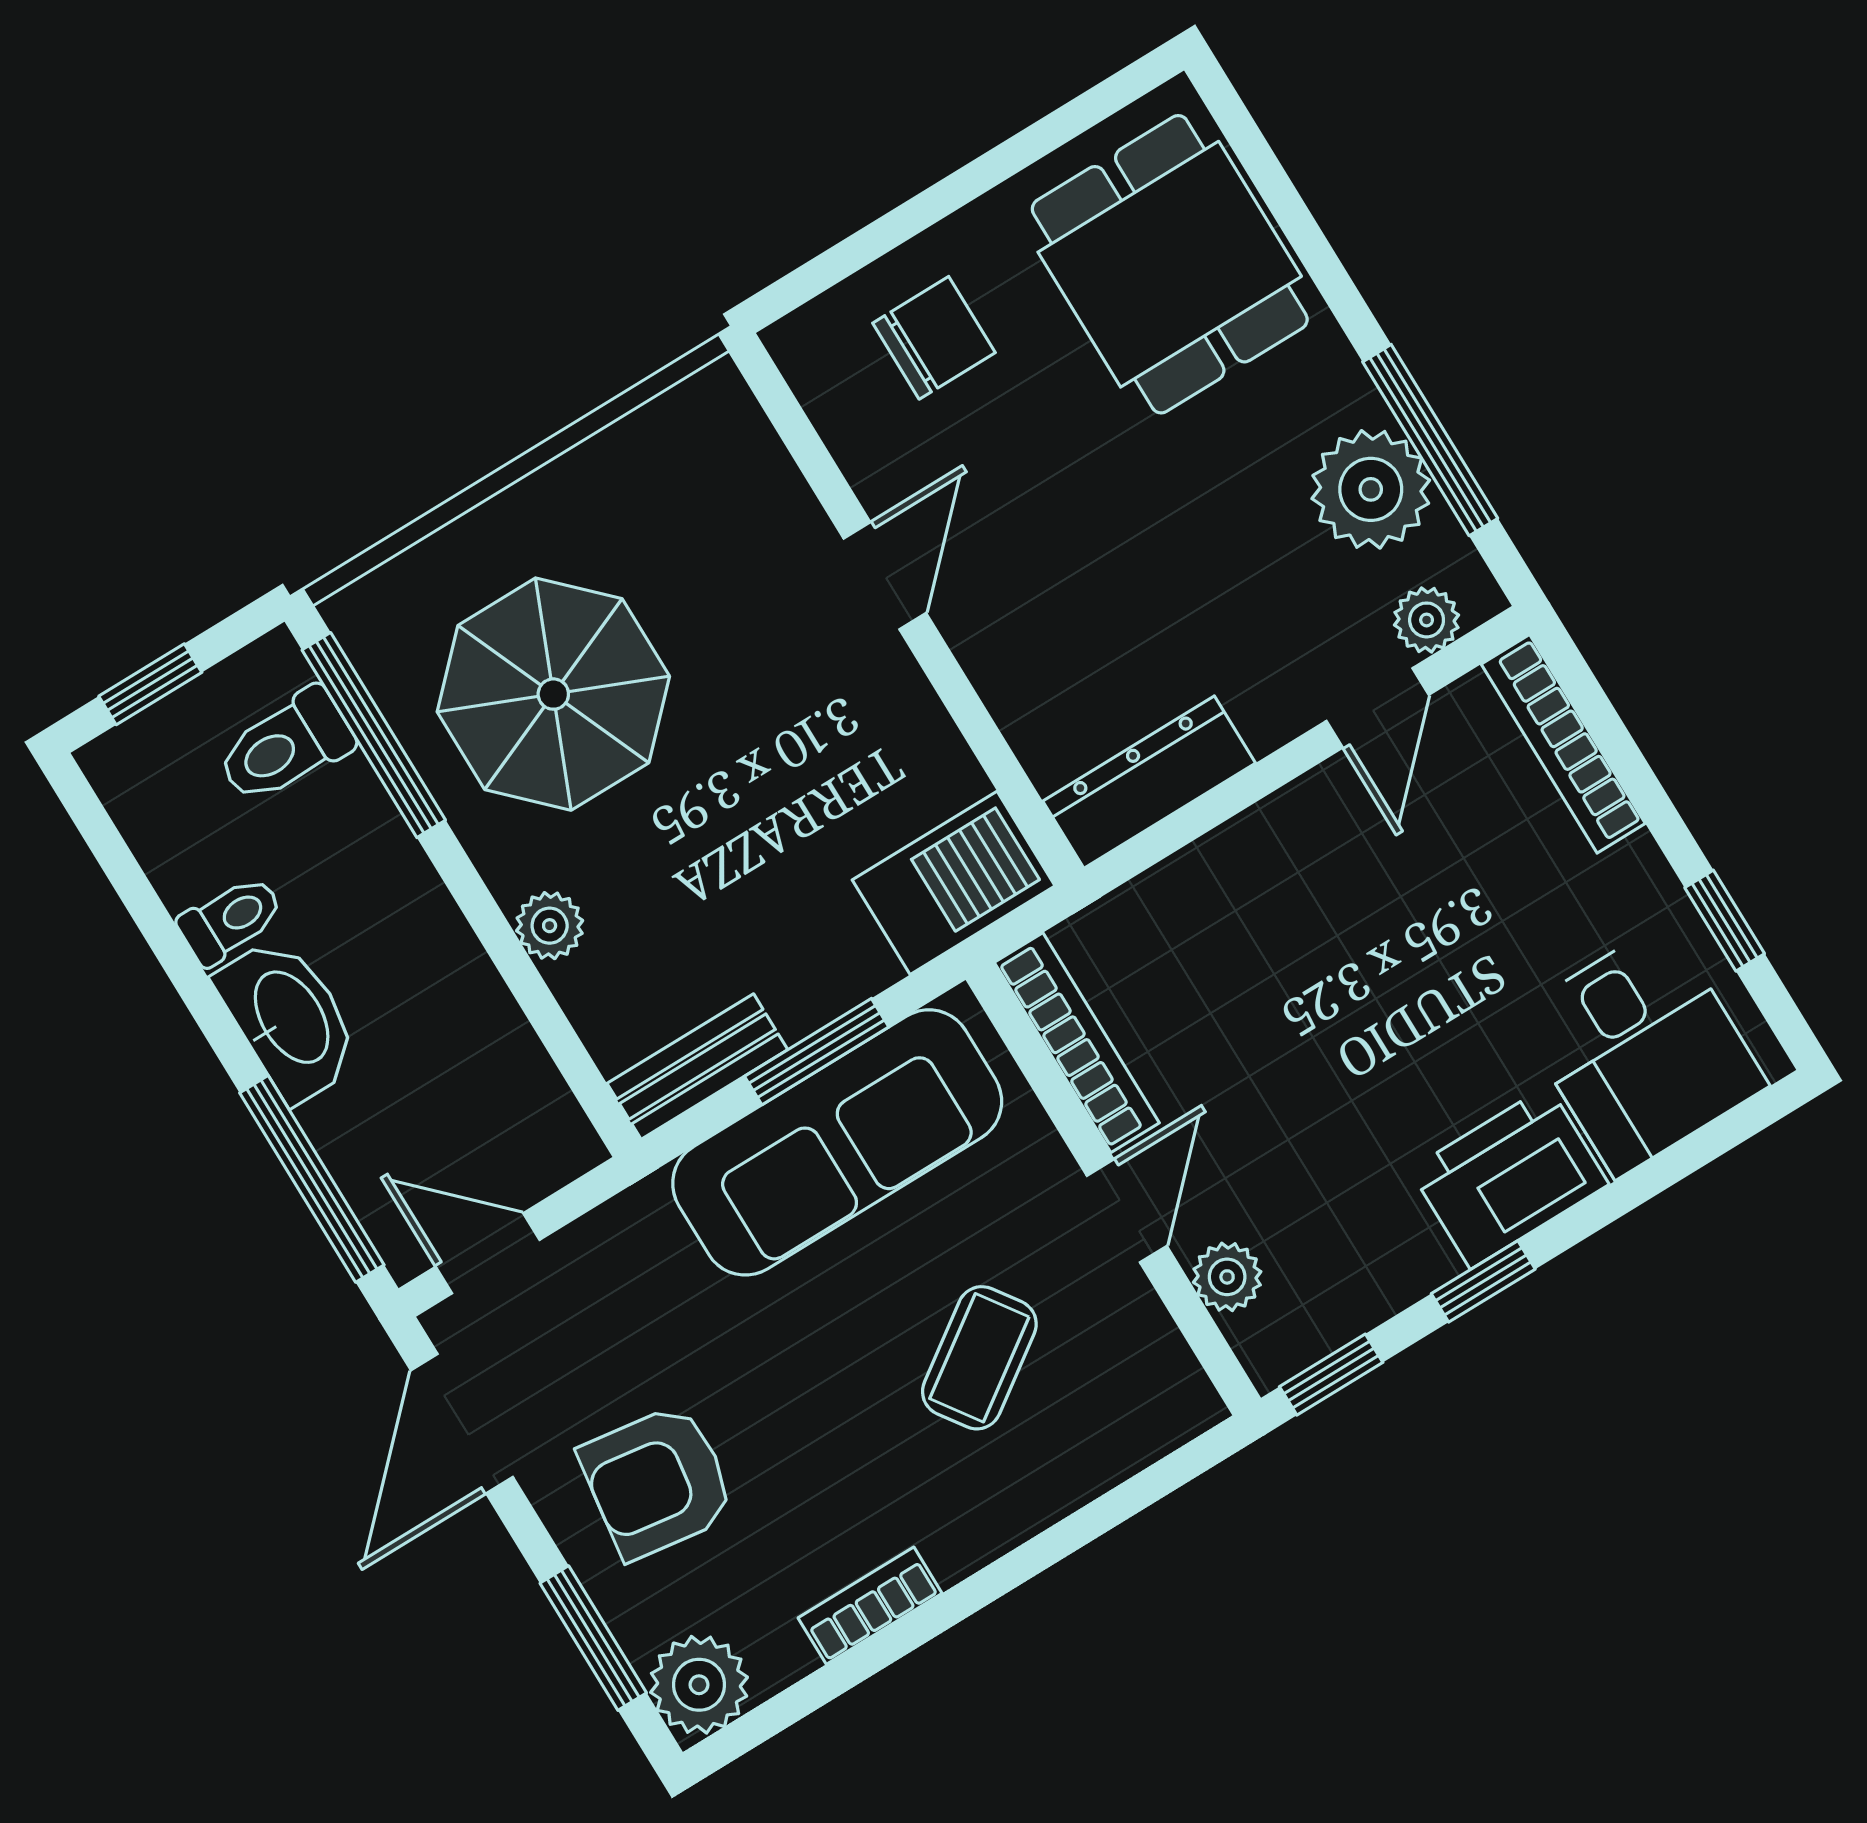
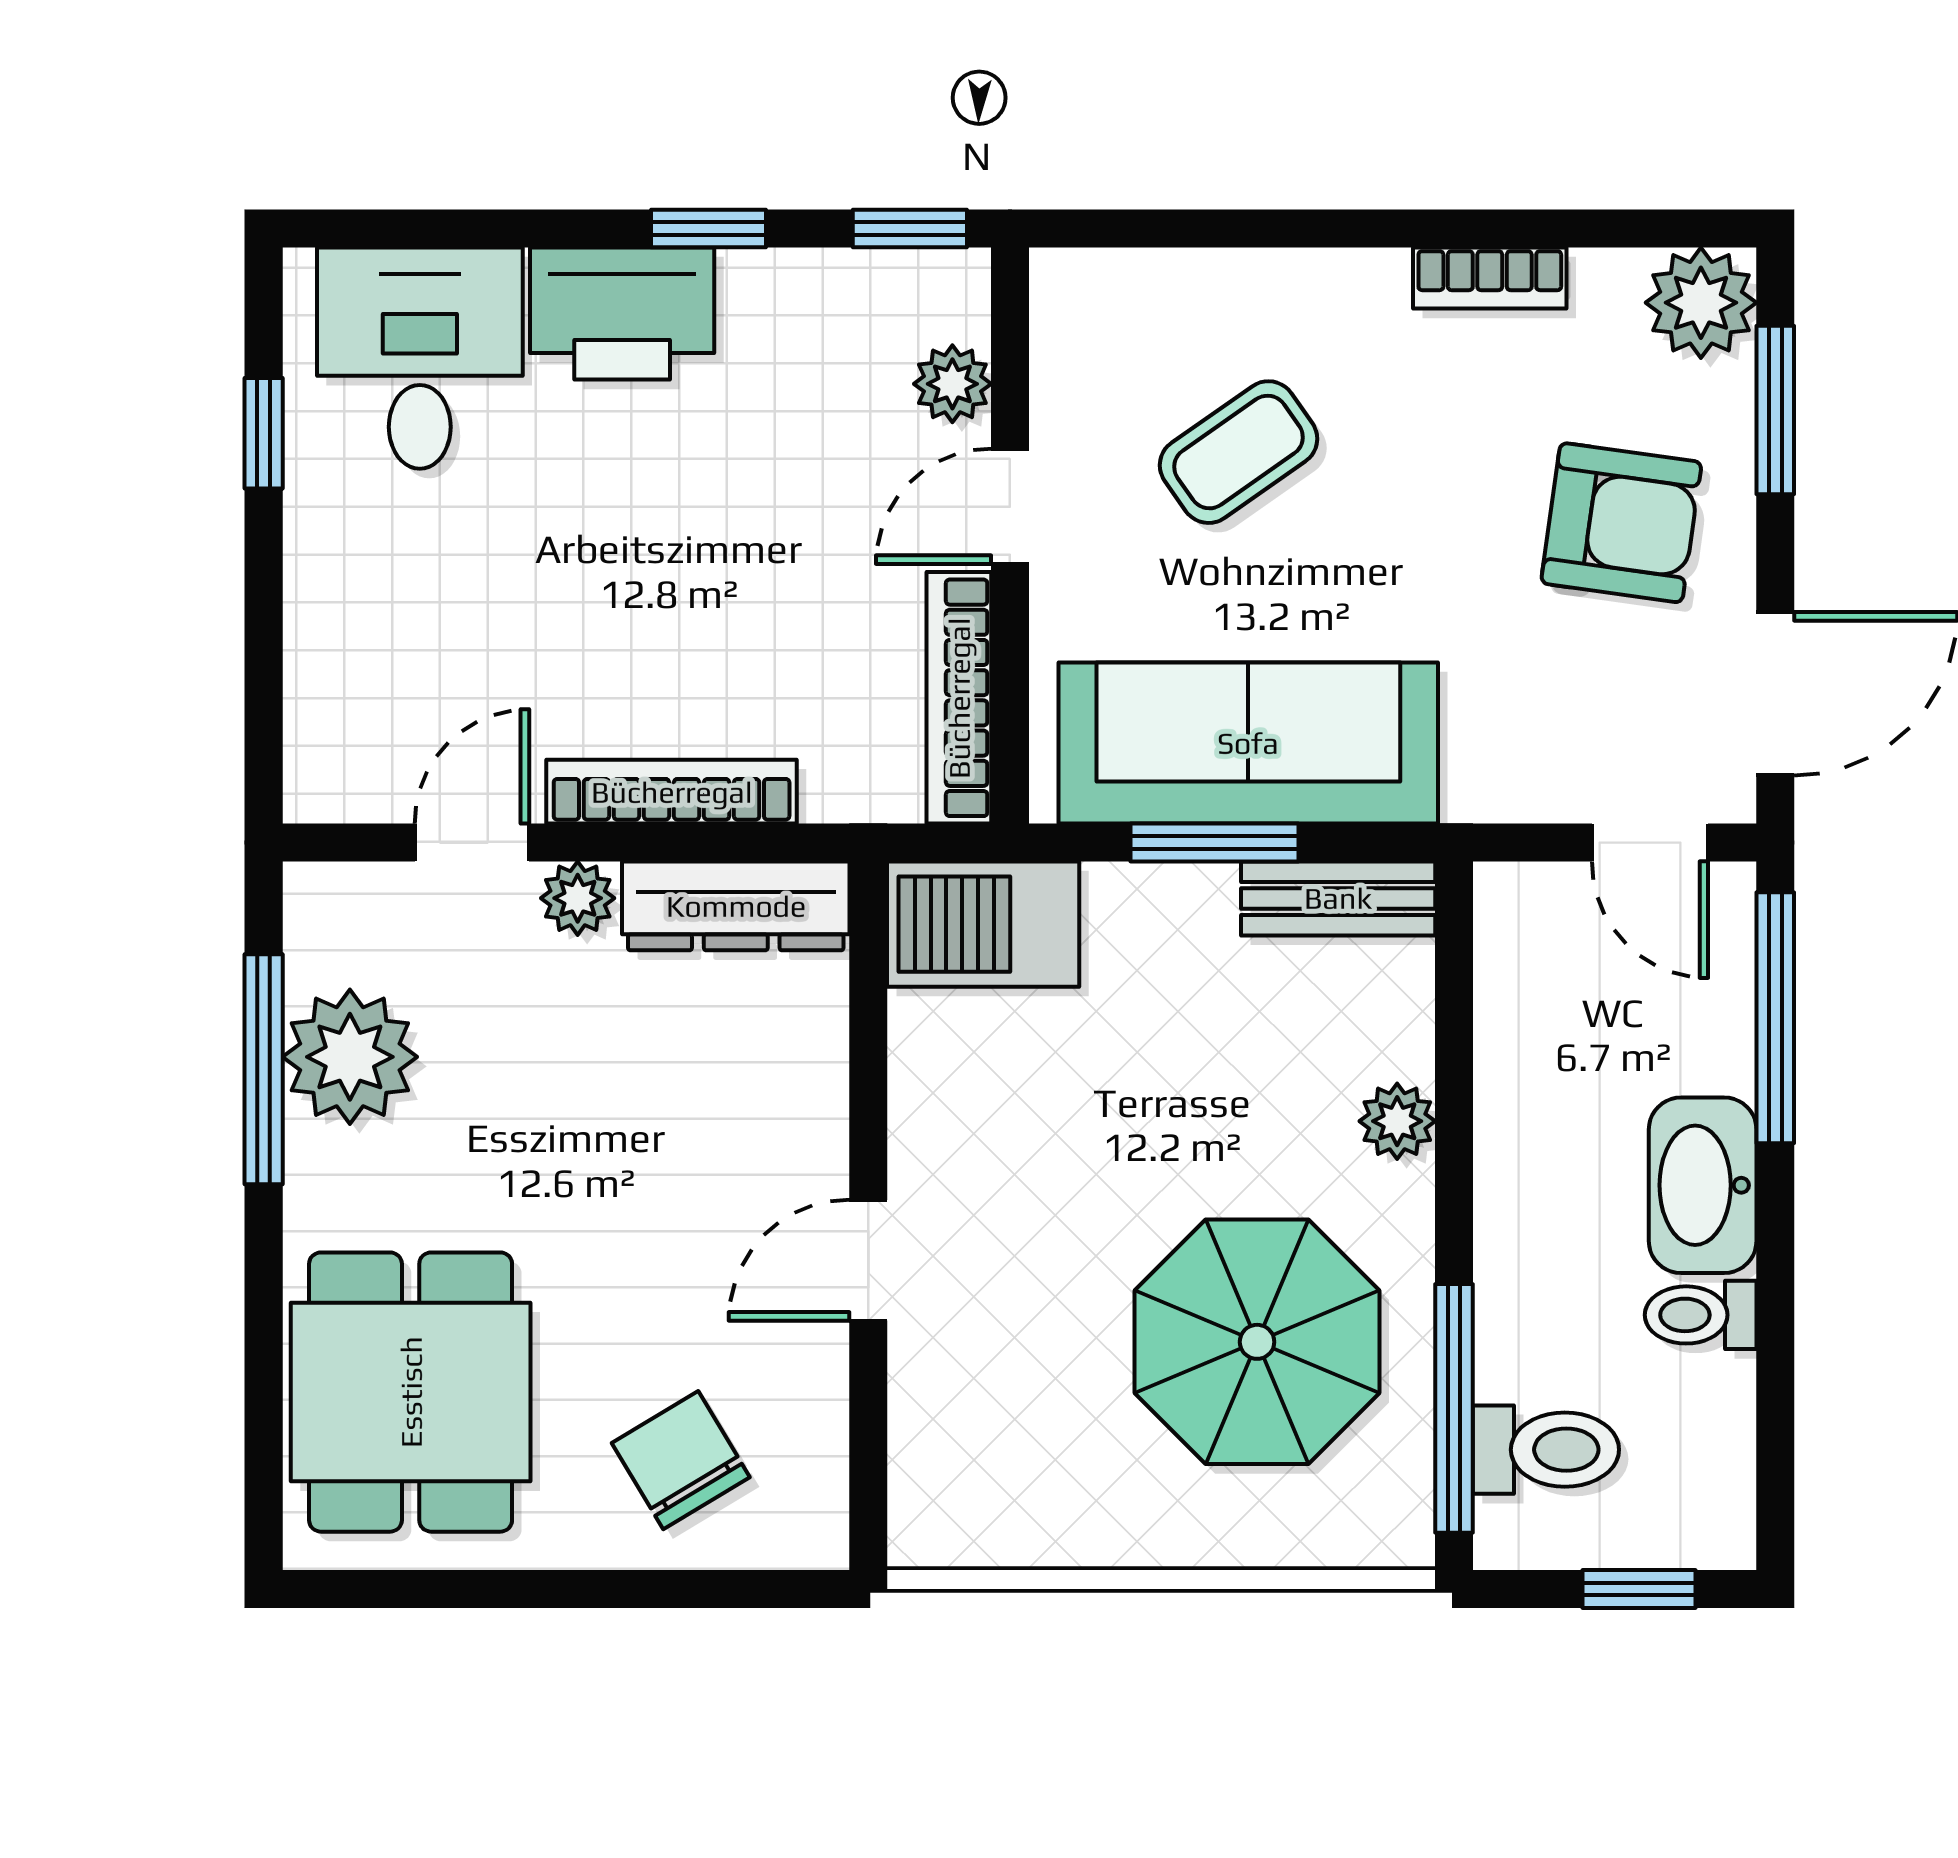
chair: (934, 338) -> (681, 1460), turned 59
plant: (1427, 620) -> (578, 898), moved
bookcase: (1563, 744) -> (672, 792), moved, turned -90

